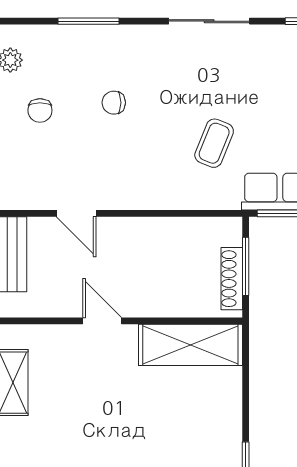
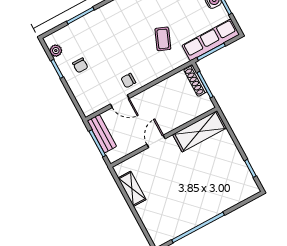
chair: (114, 103) -> (128, 81), moved
shoe rack: (232, 279) -> (195, 81), moved
door: (102, 321) -> (156, 141), hinge flipped

